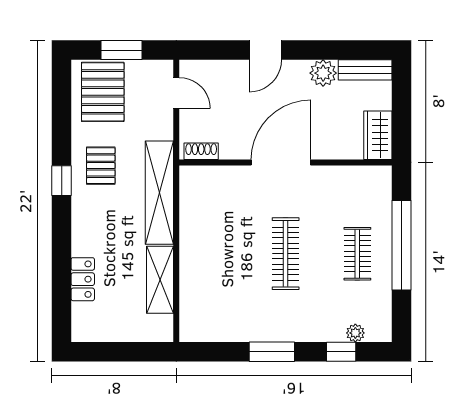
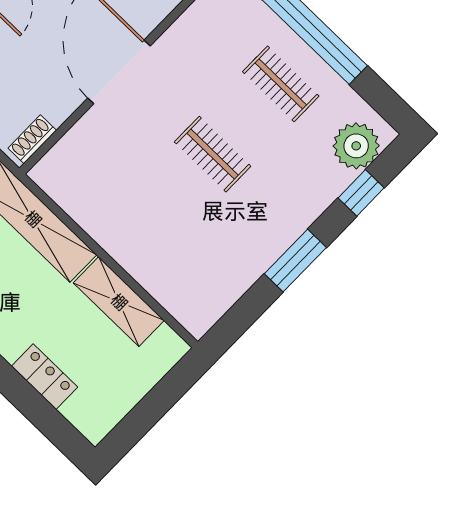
clothes rail: (286, 254) -> (213, 154), width x0.73
plant: (355, 333) -> (356, 146), width x1.88, depth x1.88

